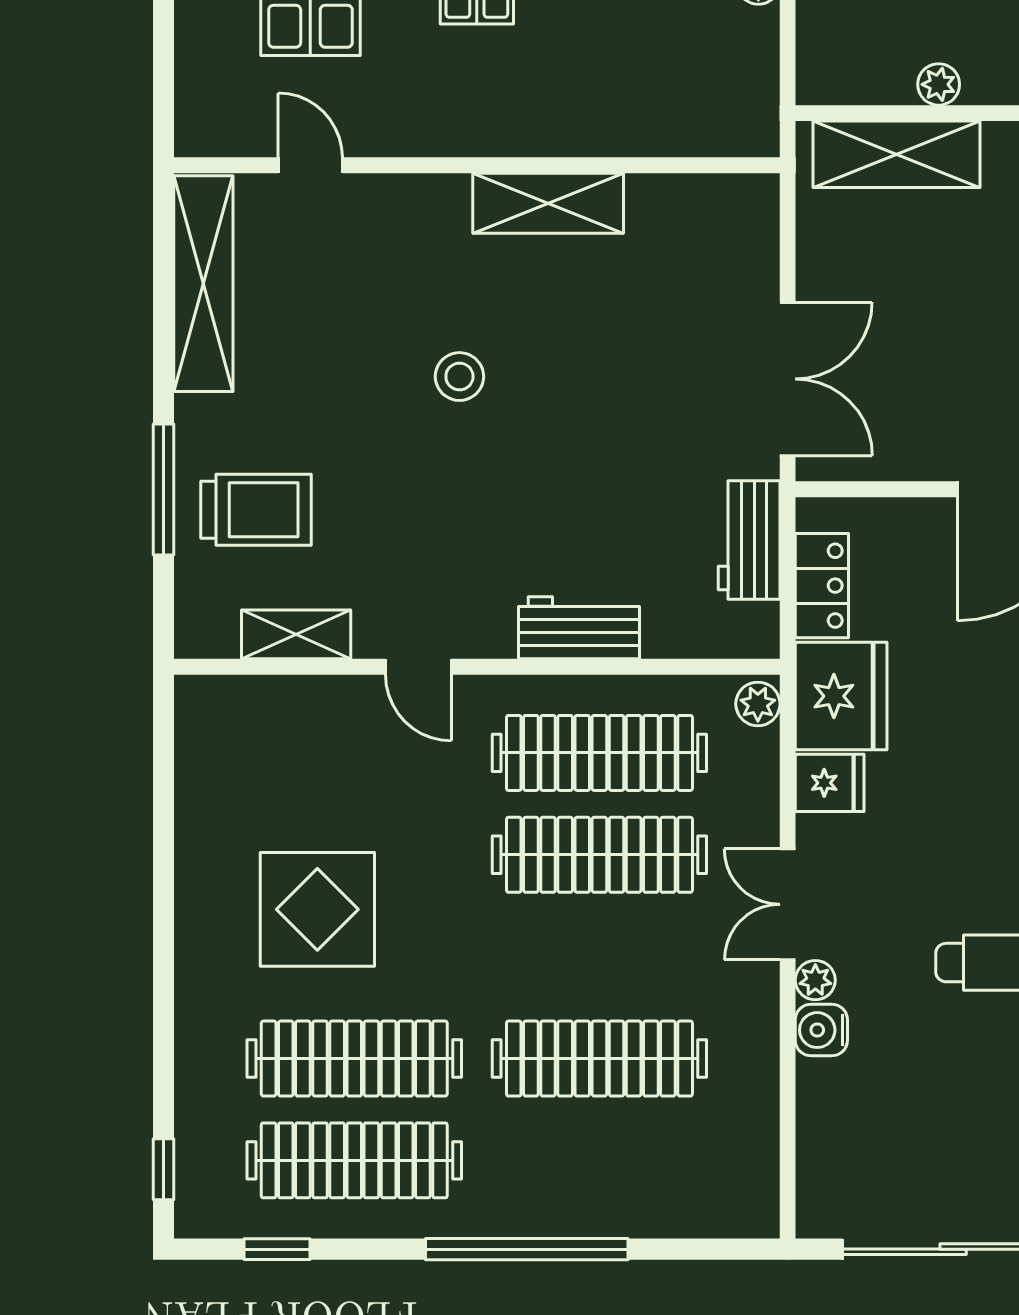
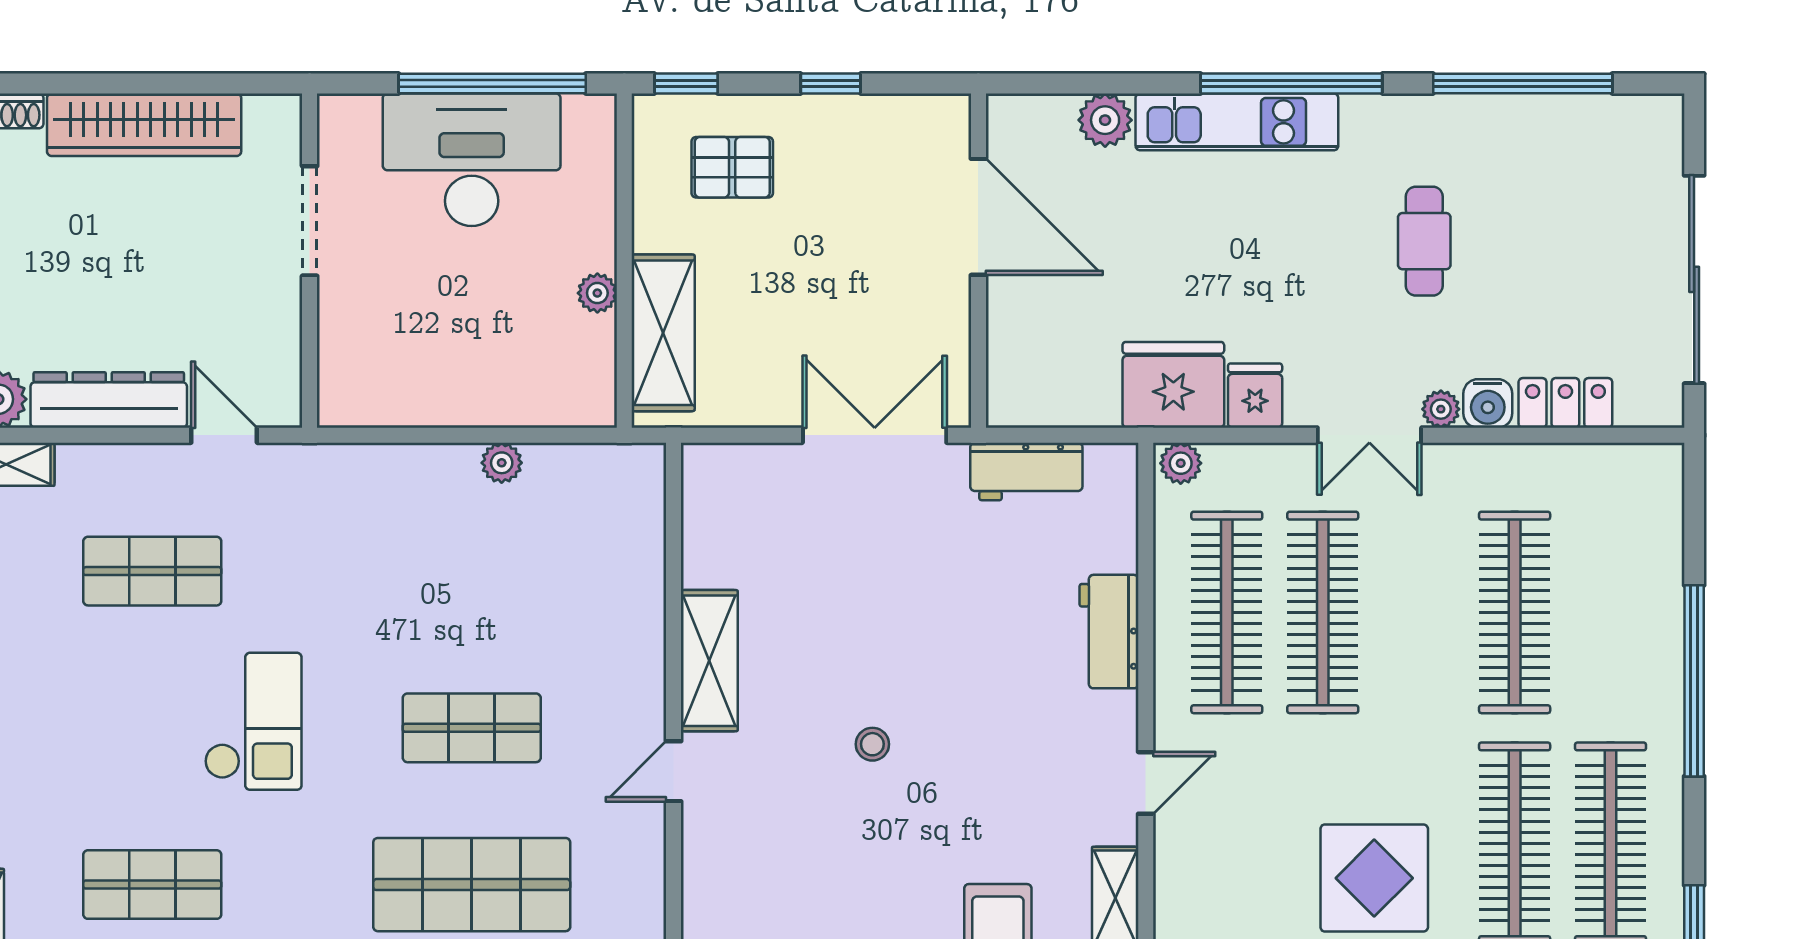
door: (310, 165) -> (674, 771), moved
stool: (459, 377) -> (872, 744), width x0.73, depth x0.73
locker: (822, 586) -> (1565, 403), moved

